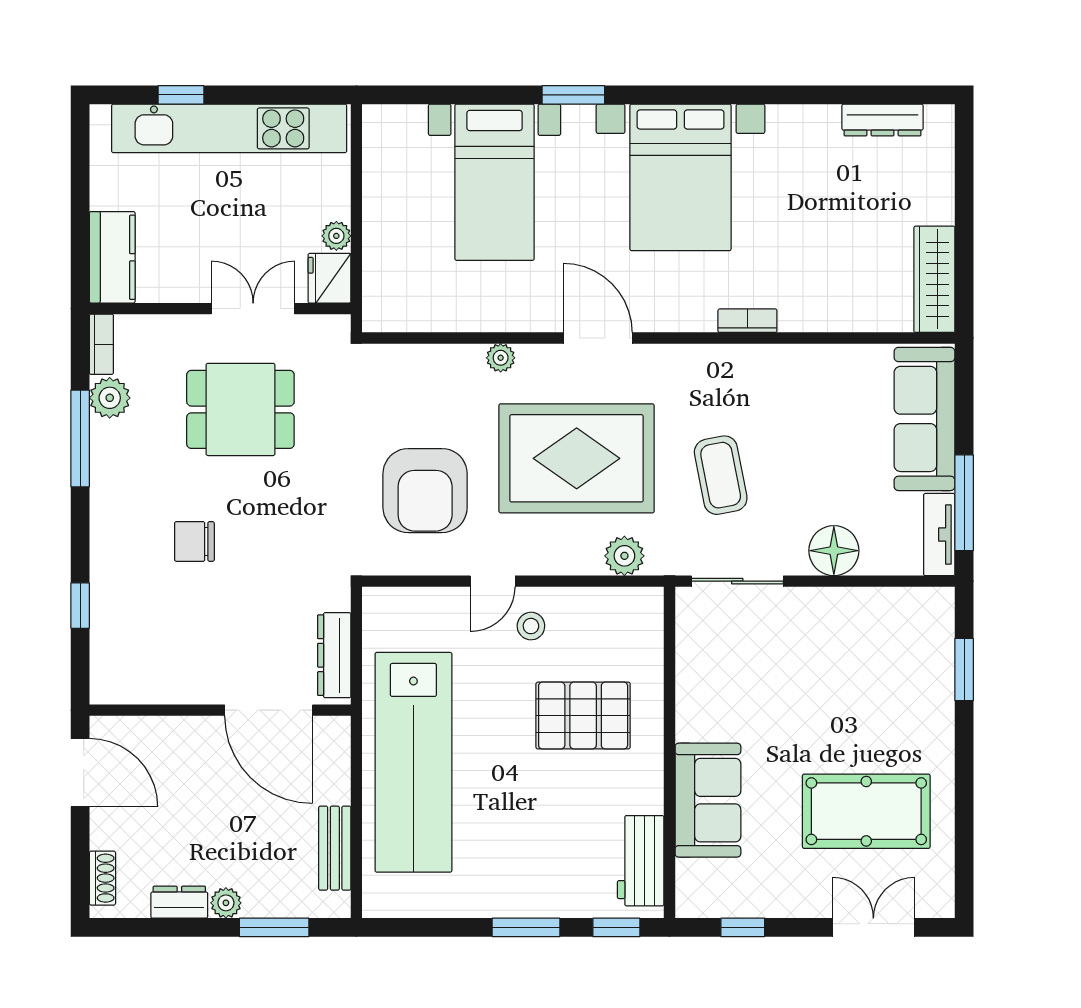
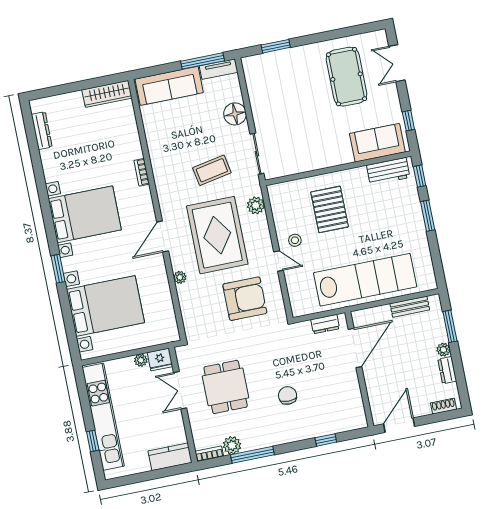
bed with nightstands: (495, 182) -> (105, 306), width x1.36
chair: (194, 541) -> (288, 395), turned 180
dresser: (334, 655) -> (325, 324), width x0.70
sofa: (708, 800) -> (377, 143), moved

